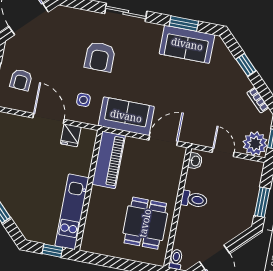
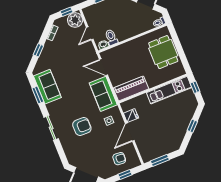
toilet: (194, 199) -> (111, 37), moved
dining table: (145, 223) -> (163, 52), moved, turned 90

